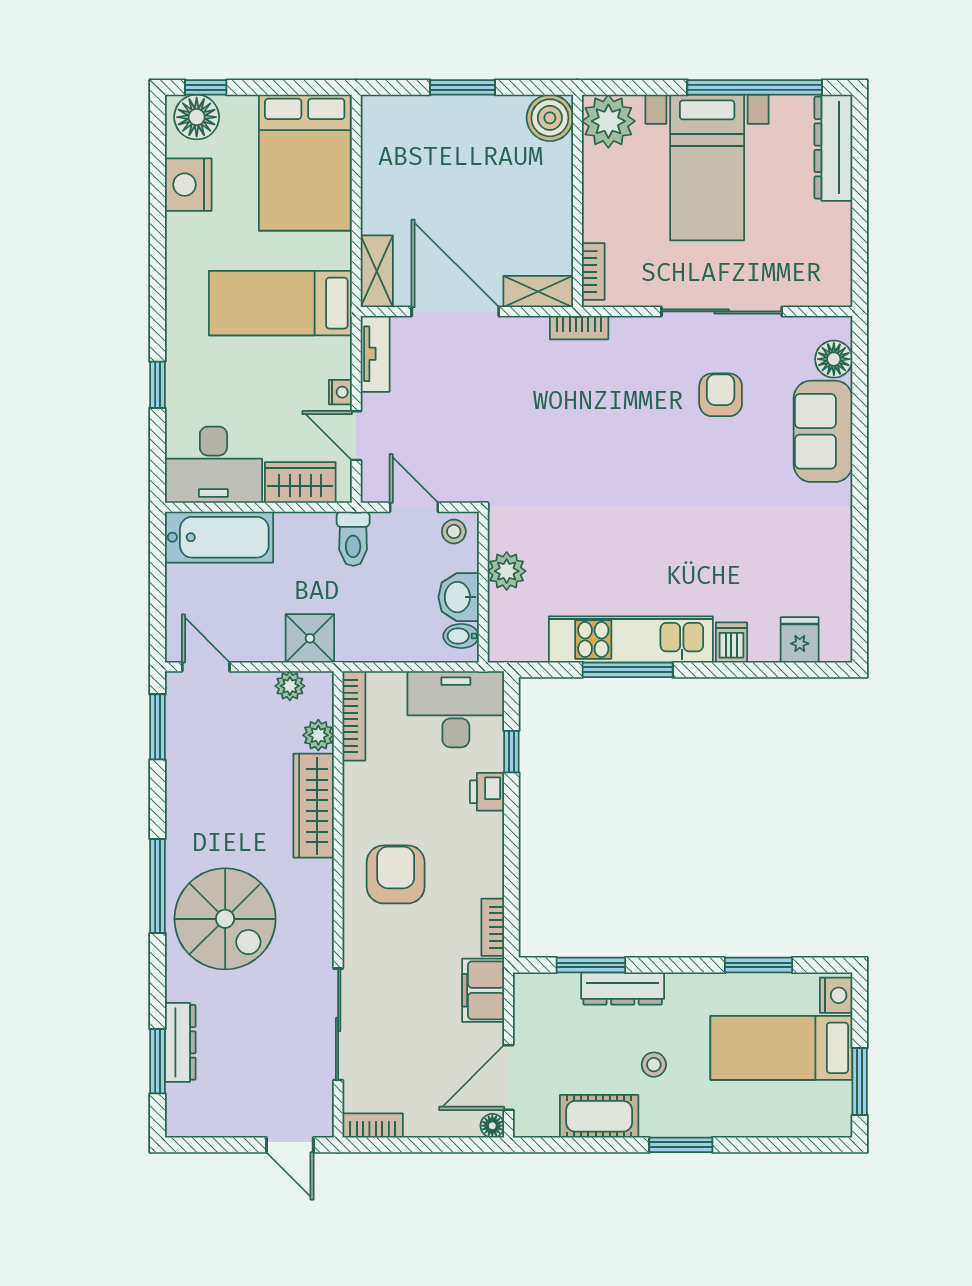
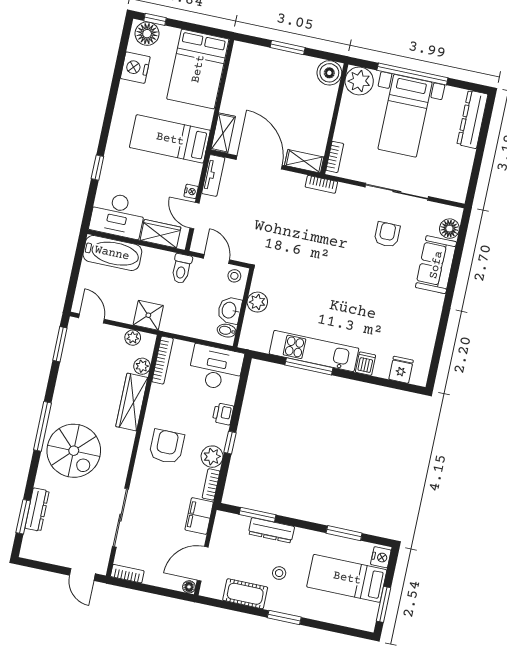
window: (755, 87) -> (412, 74), moved
window: (511, 752) -> (230, 443), moved
plant: (484, 875) -> (212, 457), added

